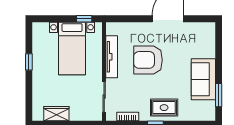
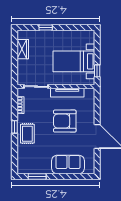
armchair: (148, 60) -> (65, 121), turned -90
window: (29, 62) -> (46, 28), moved
sofa: (203, 79) -> (68, 164), moved

